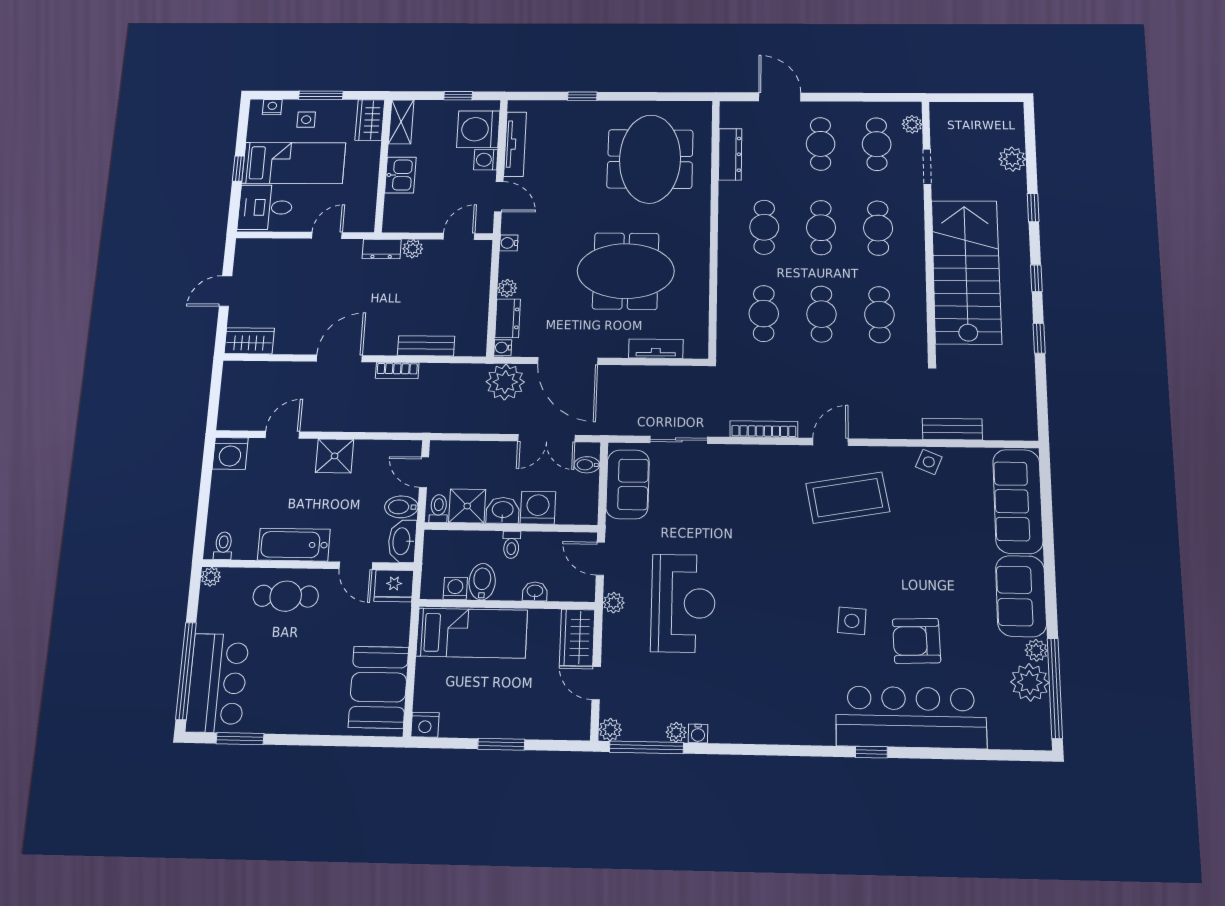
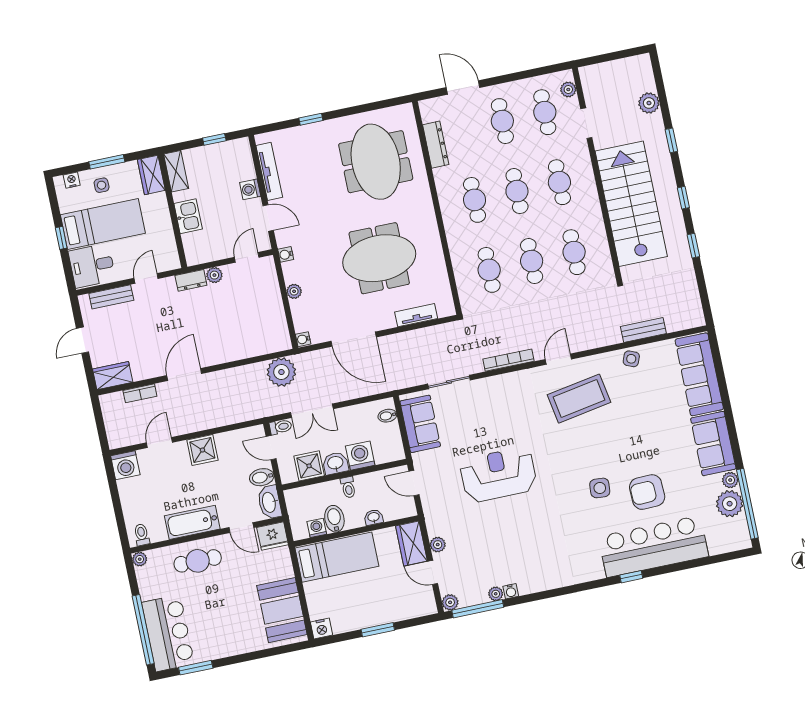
washing machine: (478, 129) -> (238, 165), removed
dresser: (508, 318) -> (301, 315), removed
bench: (426, 346) -> (111, 297), moved
bookcase: (397, 371) -> (140, 393), moved
plant: (505, 382) -> (281, 372), moved
double door: (546, 438) -> (312, 411), moved
toilet: (439, 509) -> (281, 427), moved, turned 90
plant: (614, 603) -> (438, 545), moved
reception desk: (683, 603) -> (498, 475), moved, turned -90

